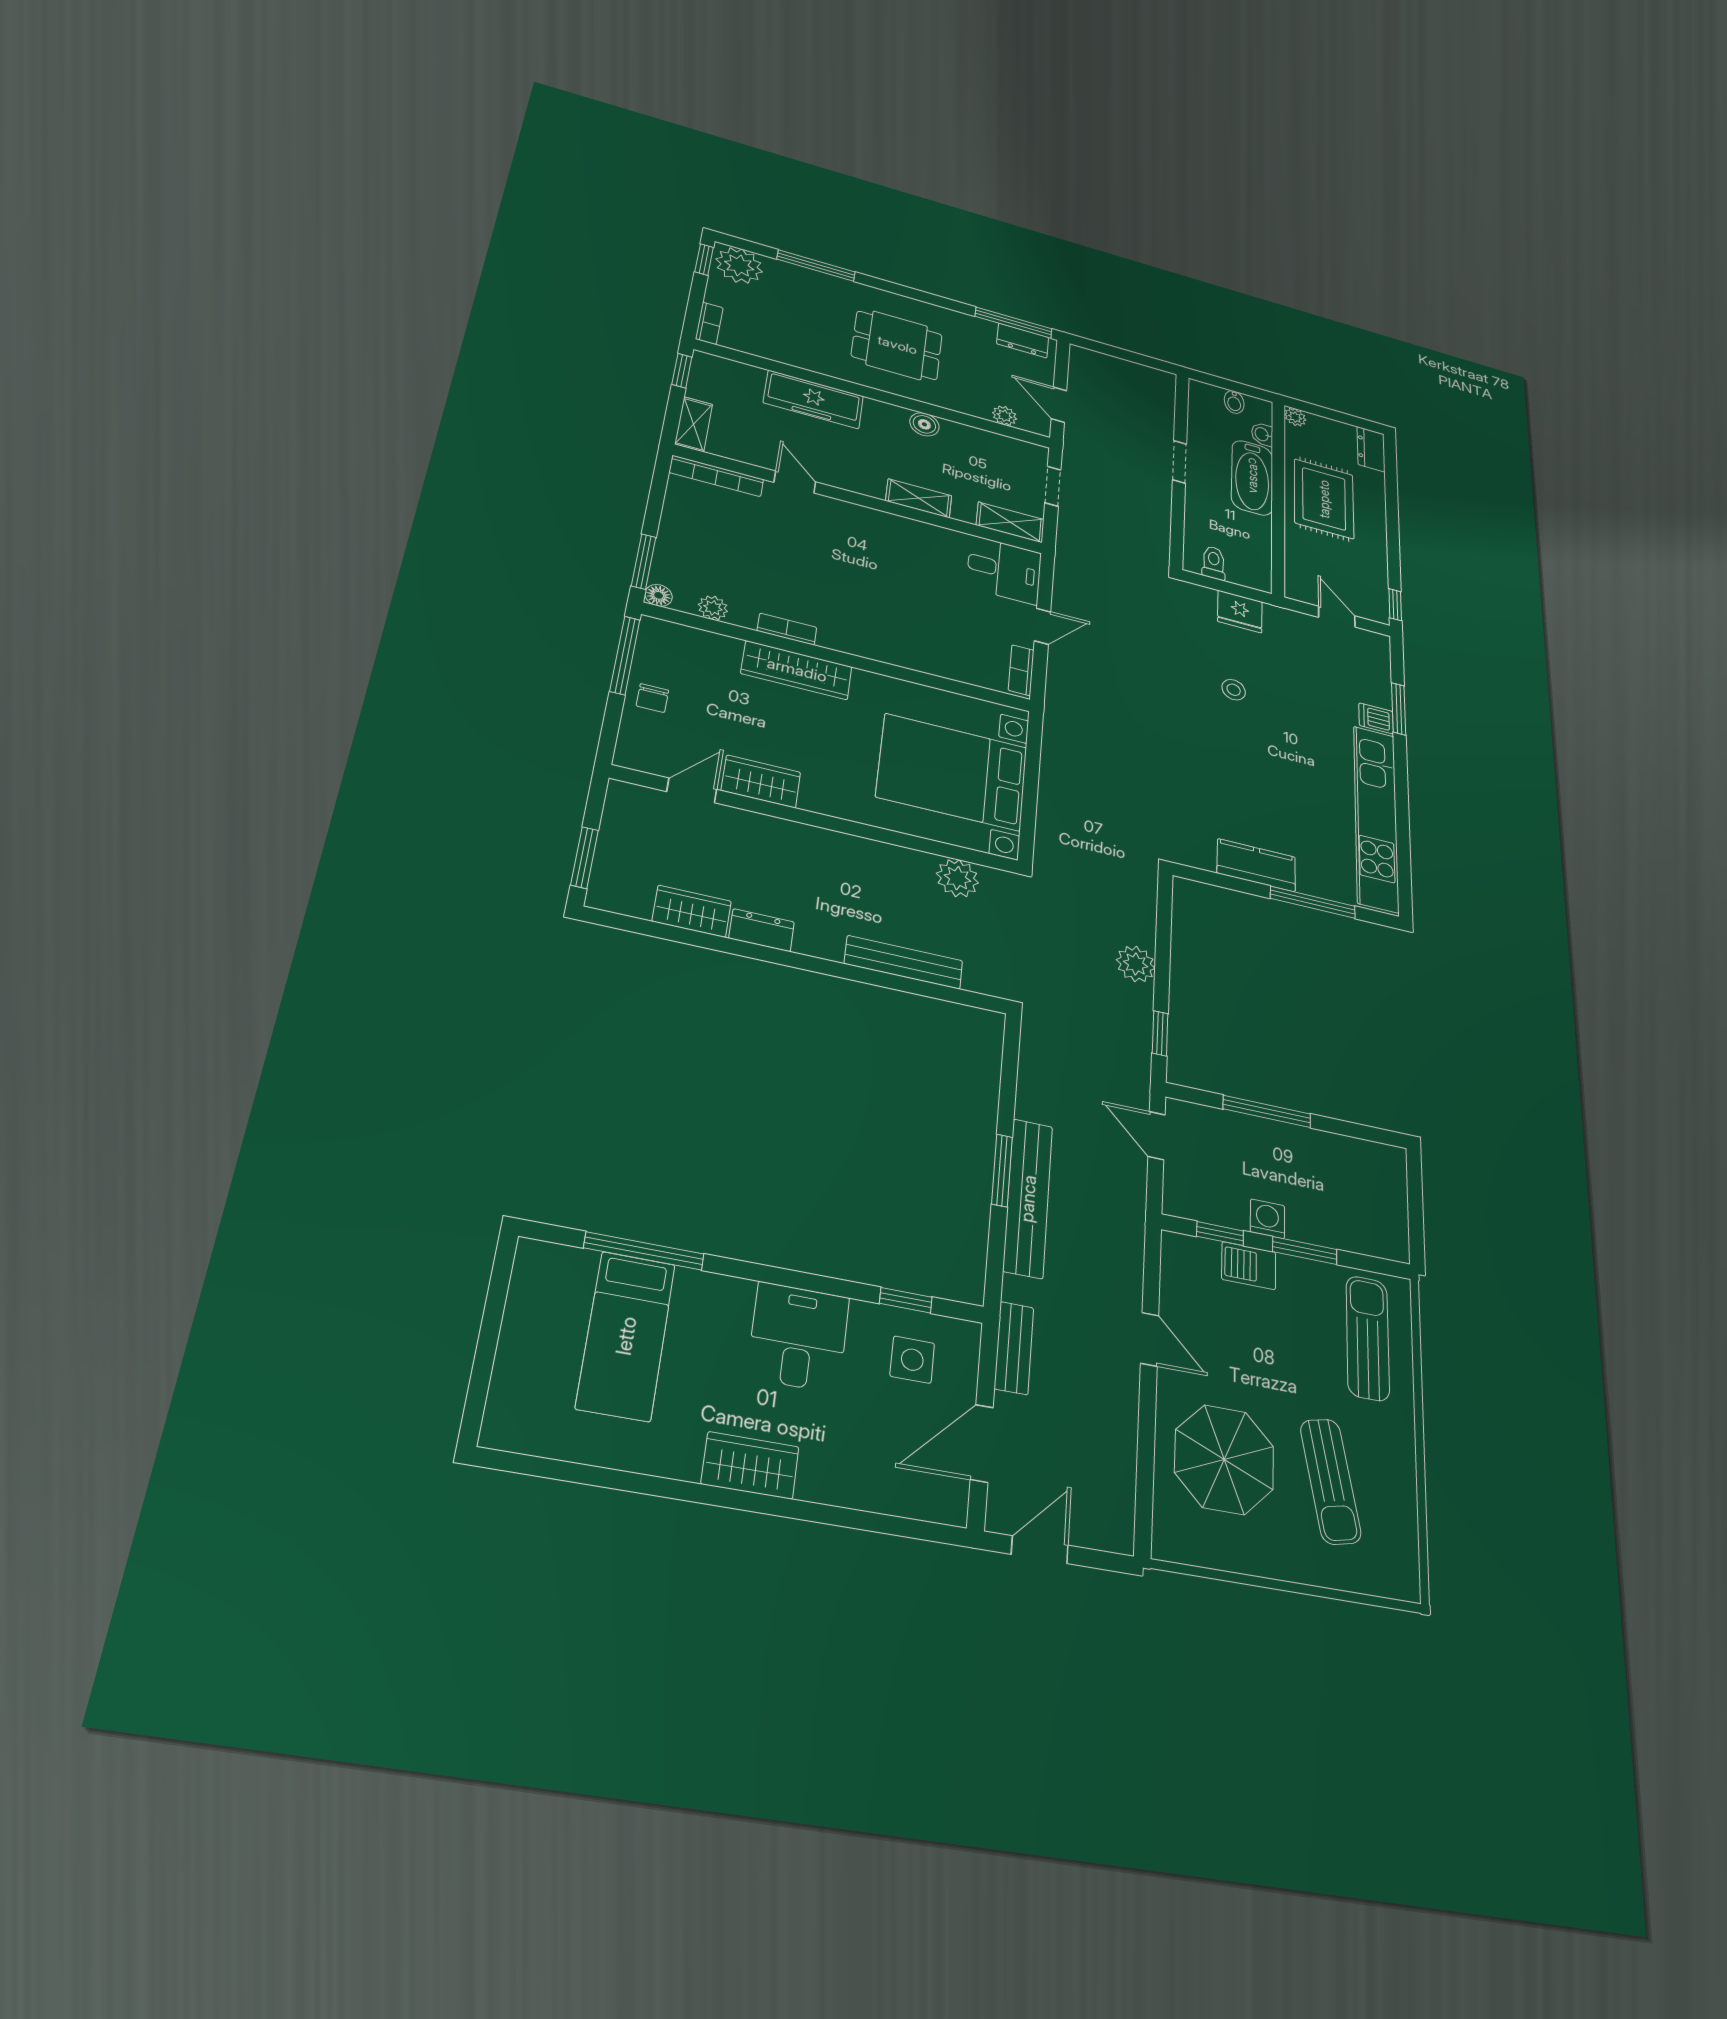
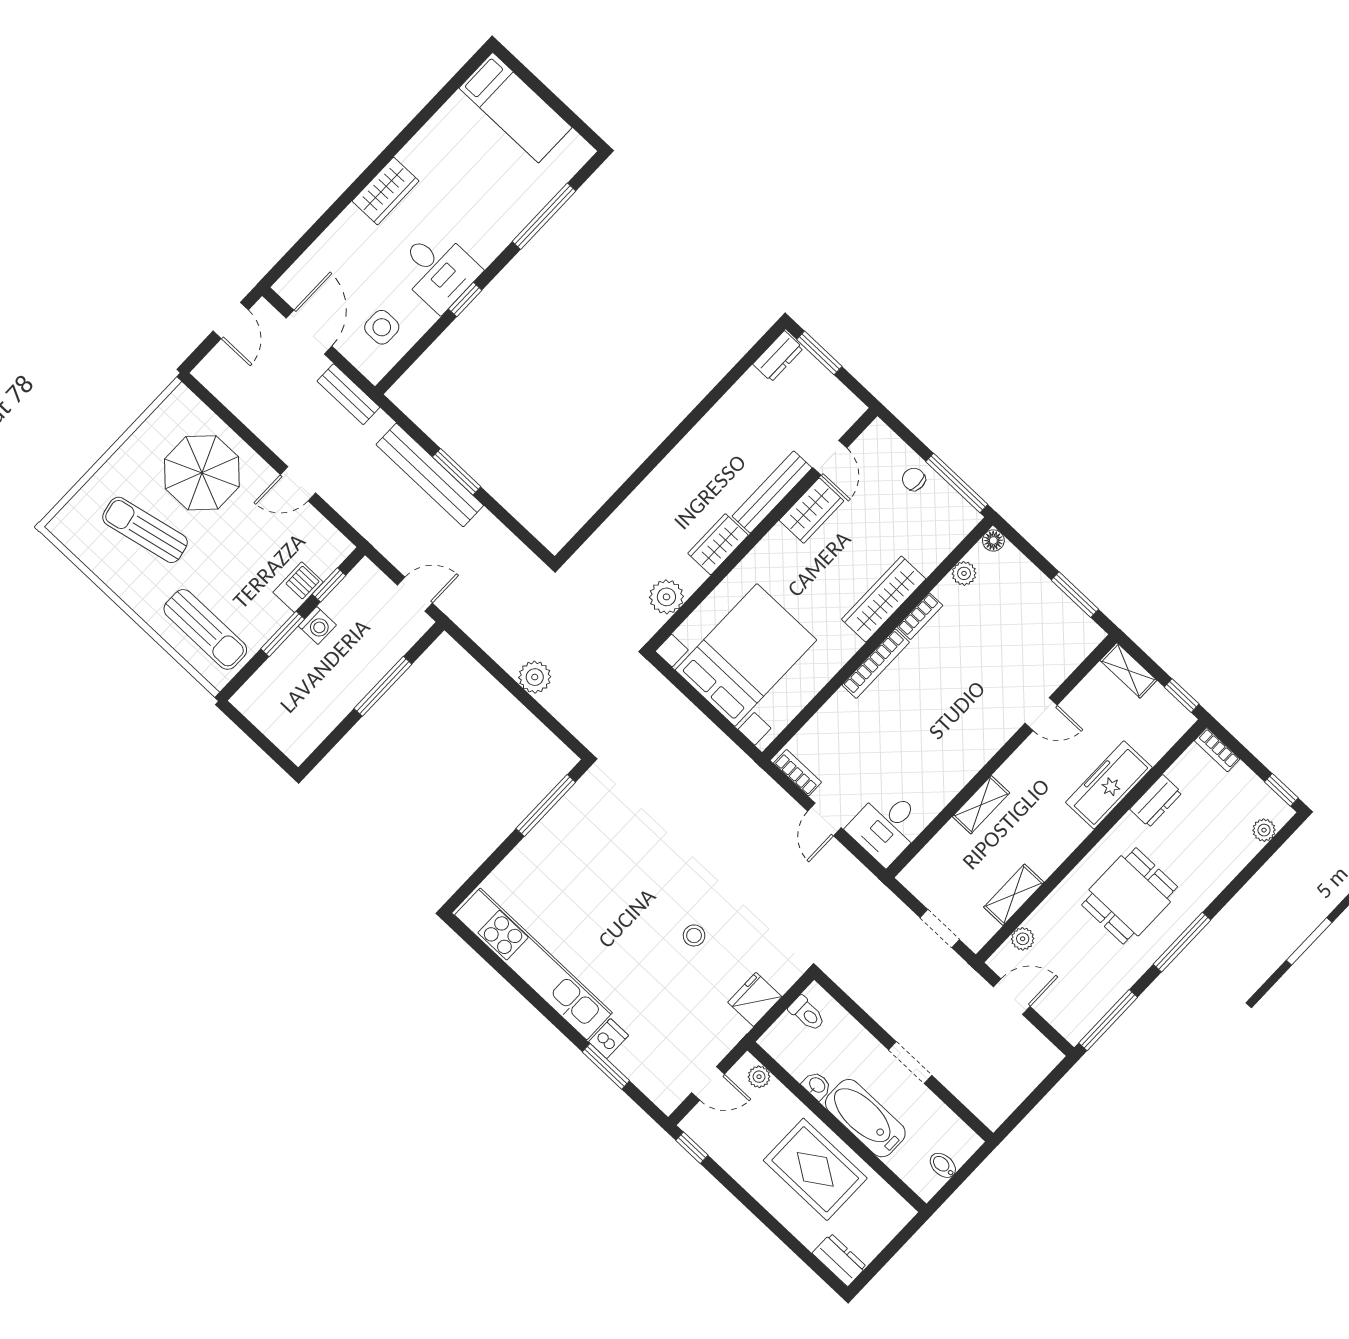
plant: (739, 265) -> (1264, 830), width x0.53, depth x0.53
window: (816, 265) -> (1182, 942), moved
dresser: (1023, 341) -> (1156, 801), moved, turned 180
plant: (1295, 417) -> (759, 1077), moved
boiler: (924, 424) -> (1045, 862), removed
washbasin: (1262, 434) -> (817, 1085), moved
bookcase: (716, 476) -> (876, 664), moved, turned 180
shelving: (1010, 522) -> (1014, 895), moved
window: (644, 562) -> (1075, 595), moved
kitchen counter: (1256, 865) -> (552, 832), removed
window: (1313, 902) -> (546, 805), moved
wardrobe: (692, 911) -> (718, 544), moved, turned 180
dresser: (762, 930) -> (778, 356), moved
bench: (904, 962) -> (772, 492), moved
window: (1160, 1033) -> (478, 654), removed
window: (906, 1300) -> (465, 300), moved
bed: (626, 1336) -> (516, 108), moved, turned 180

